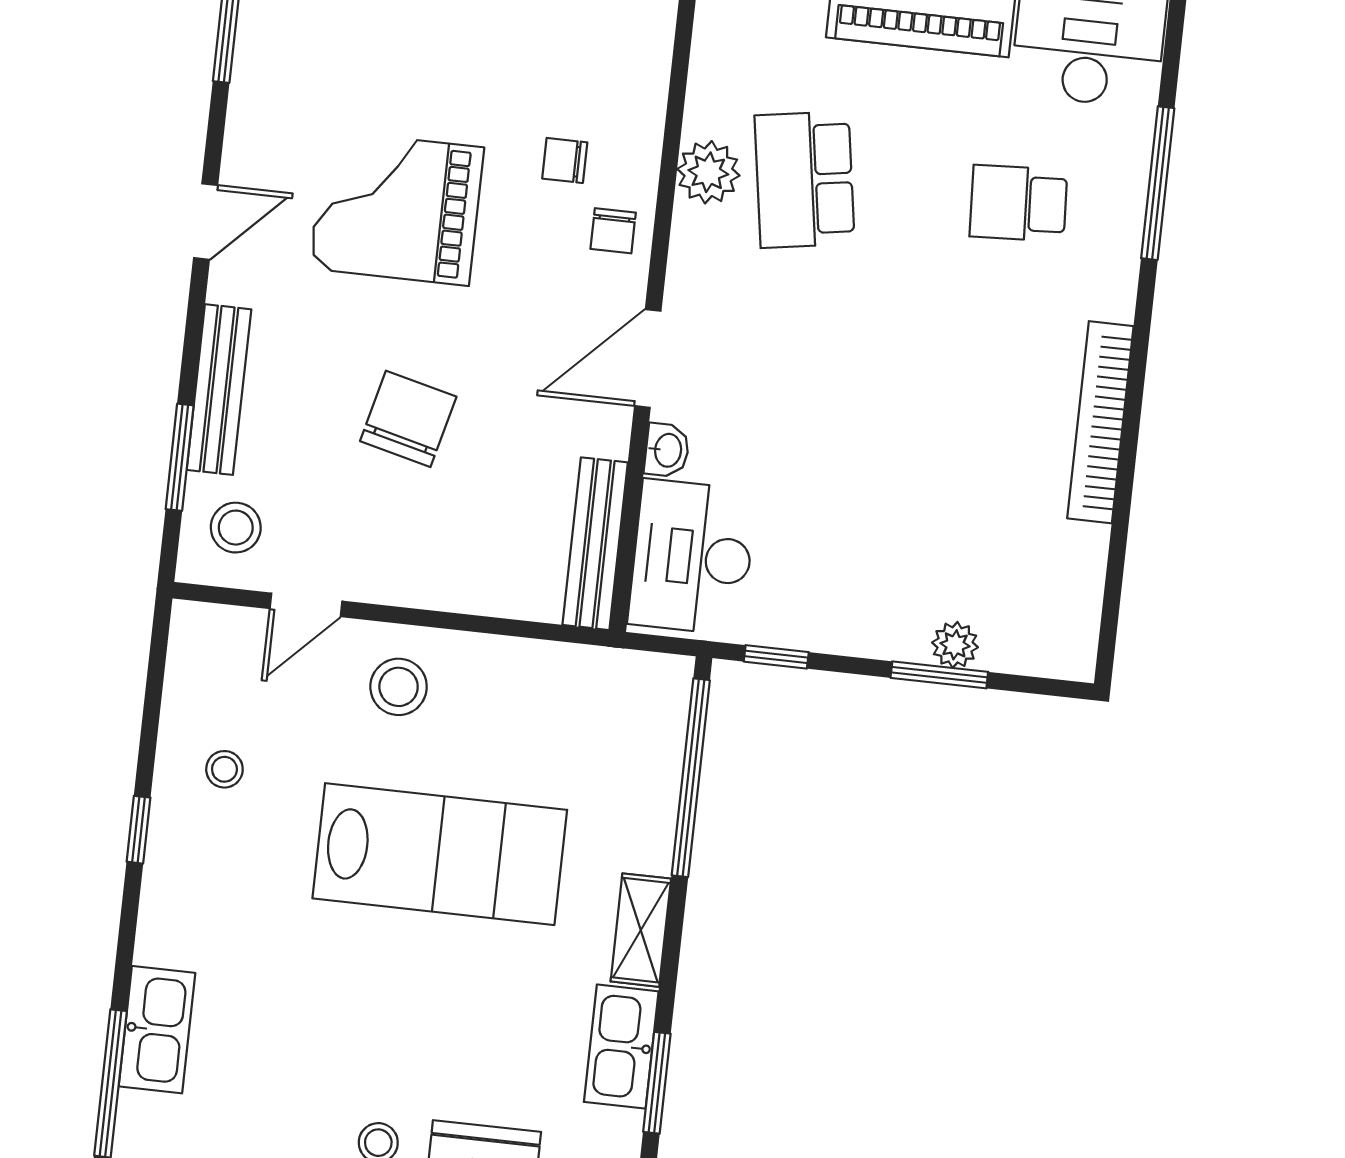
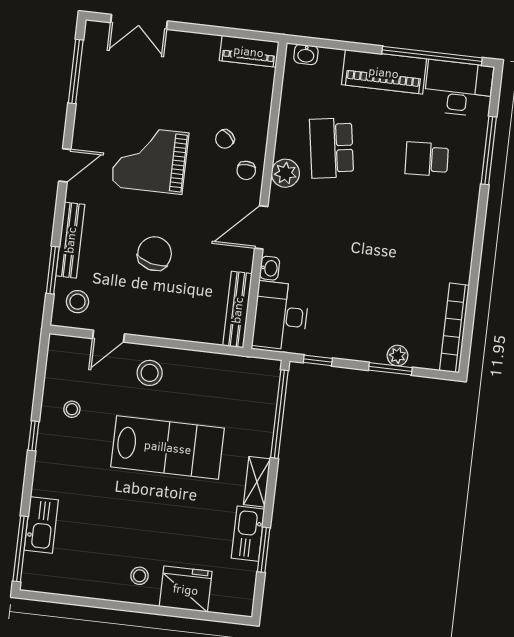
chair: (565, 160) -> (225, 139), turned -46
plant: (708, 172) -> (285, 173), moved
bookcase: (1100, 422) -> (454, 328), moved

